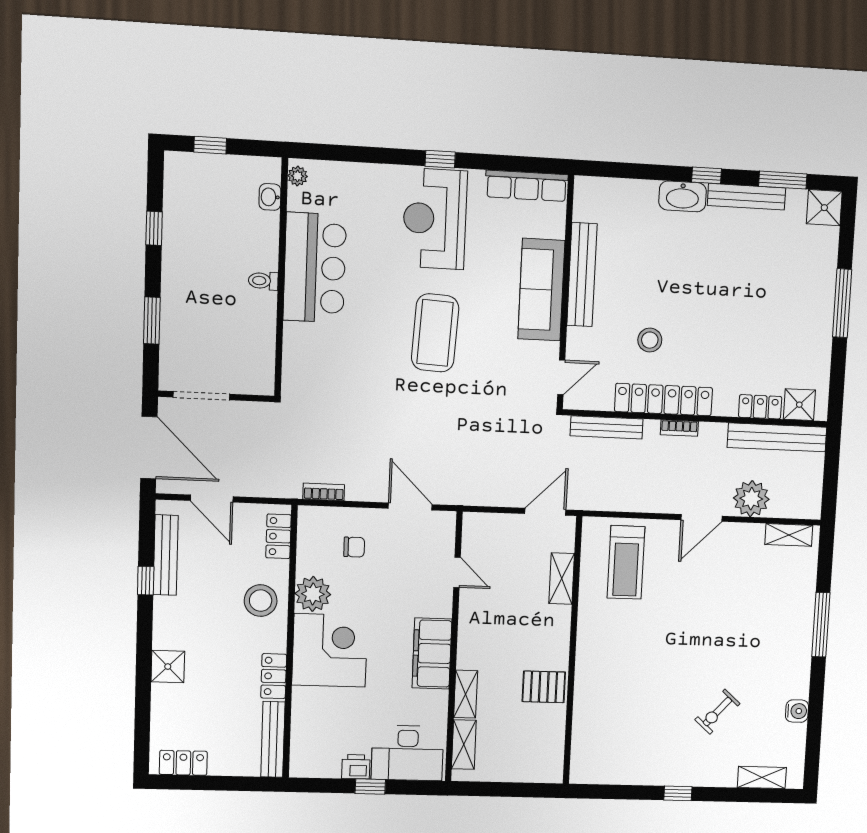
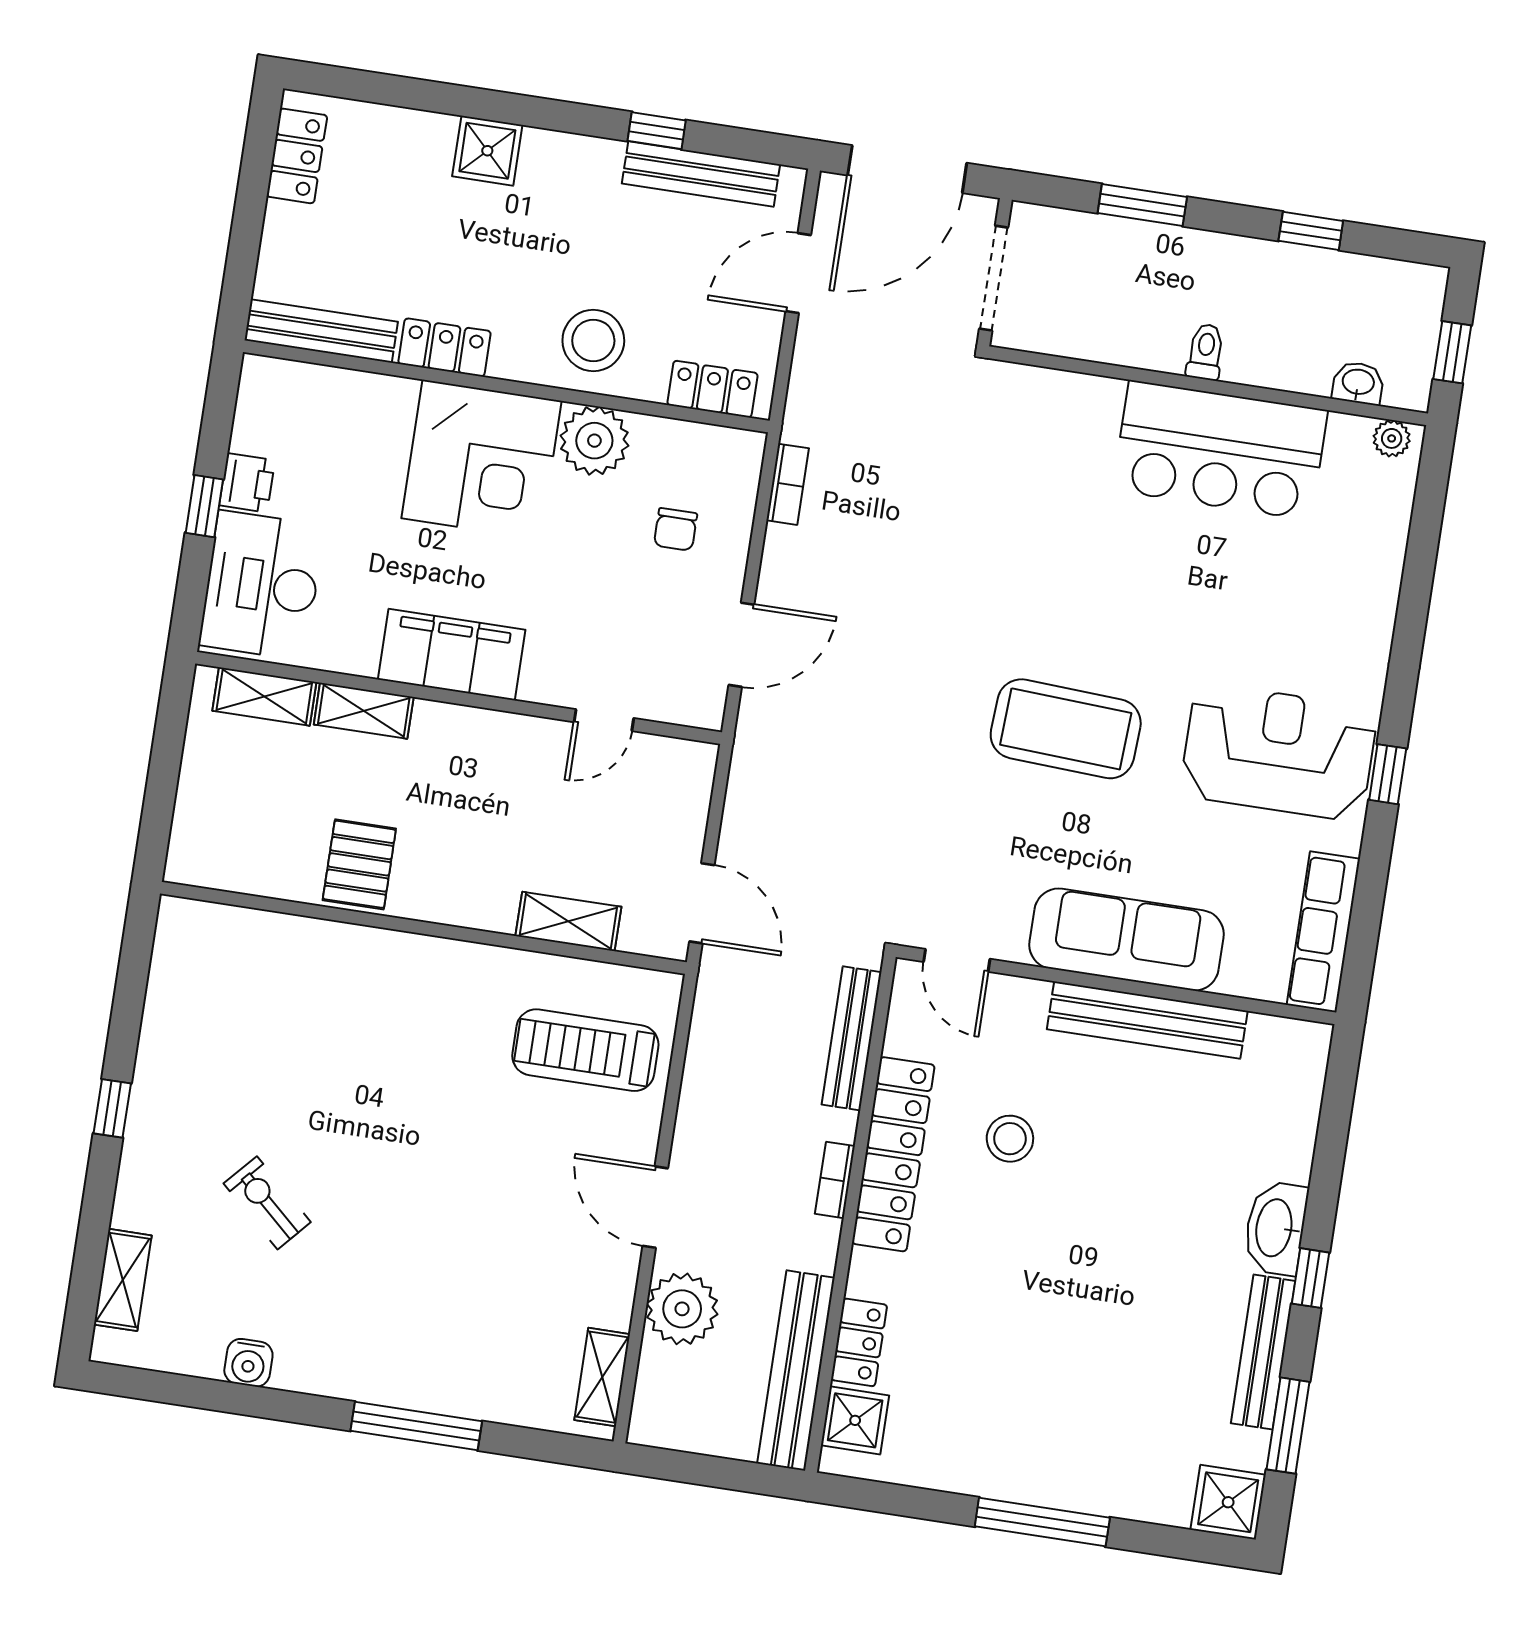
plant: (298, 176) -> (1392, 438), moved
washbasin: (270, 197) -> (1358, 383), moved
bar counter: (315, 268) -> (1220, 450), moved
wall: (281, 278) -> (1208, 386), moved
toilet: (263, 281) -> (1205, 352), moved

